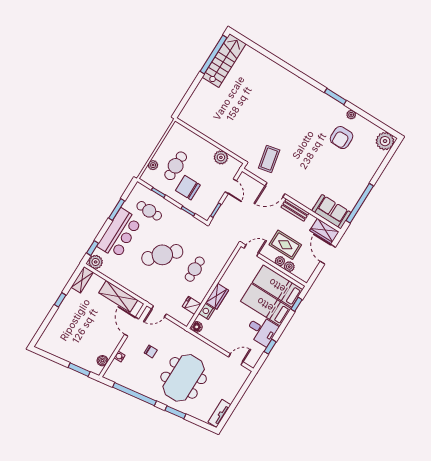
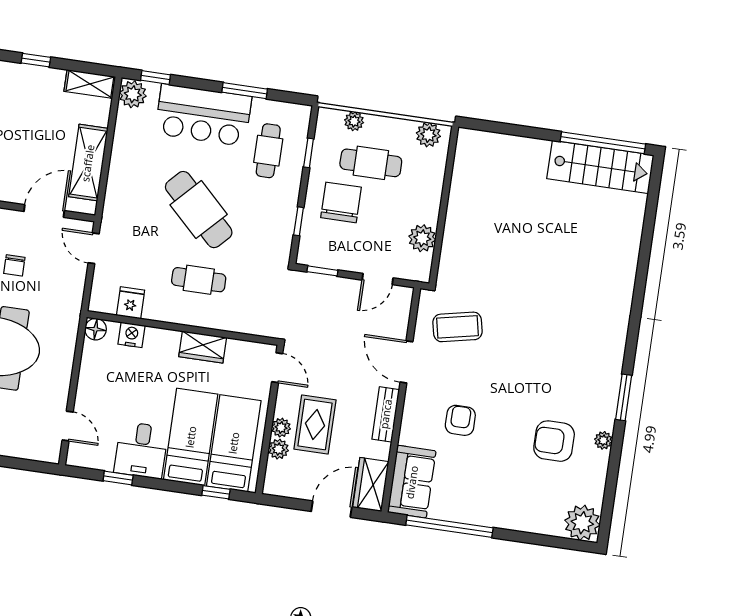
plant: (174, 133) -> (428, 135), added
armchair: (313, 177) -> (460, 420), added
wardrobe: (217, 296) -> (203, 347), moved

